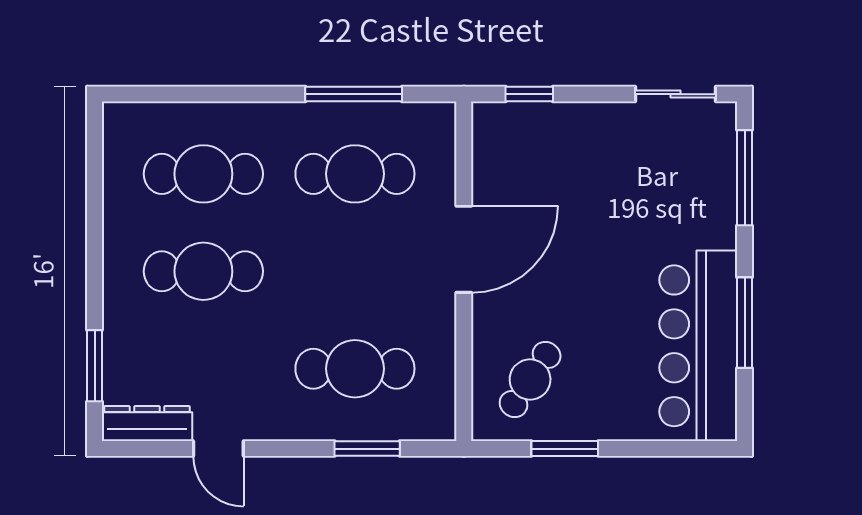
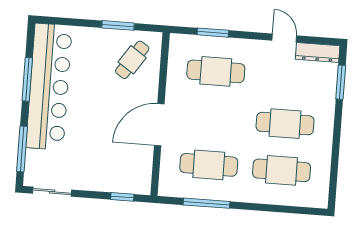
bar counter: (698, 346) -> (49, 87), width x1.36

